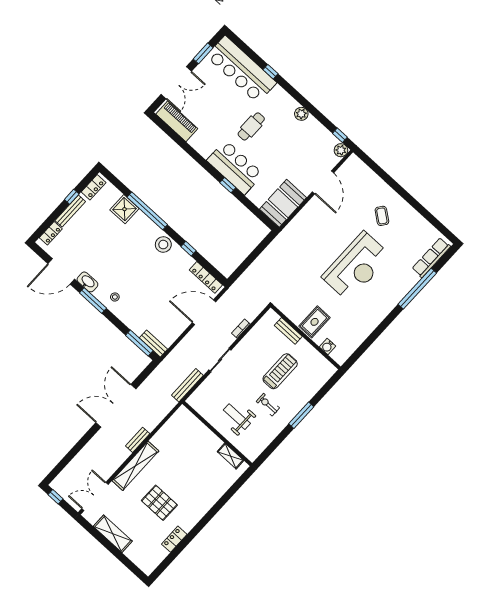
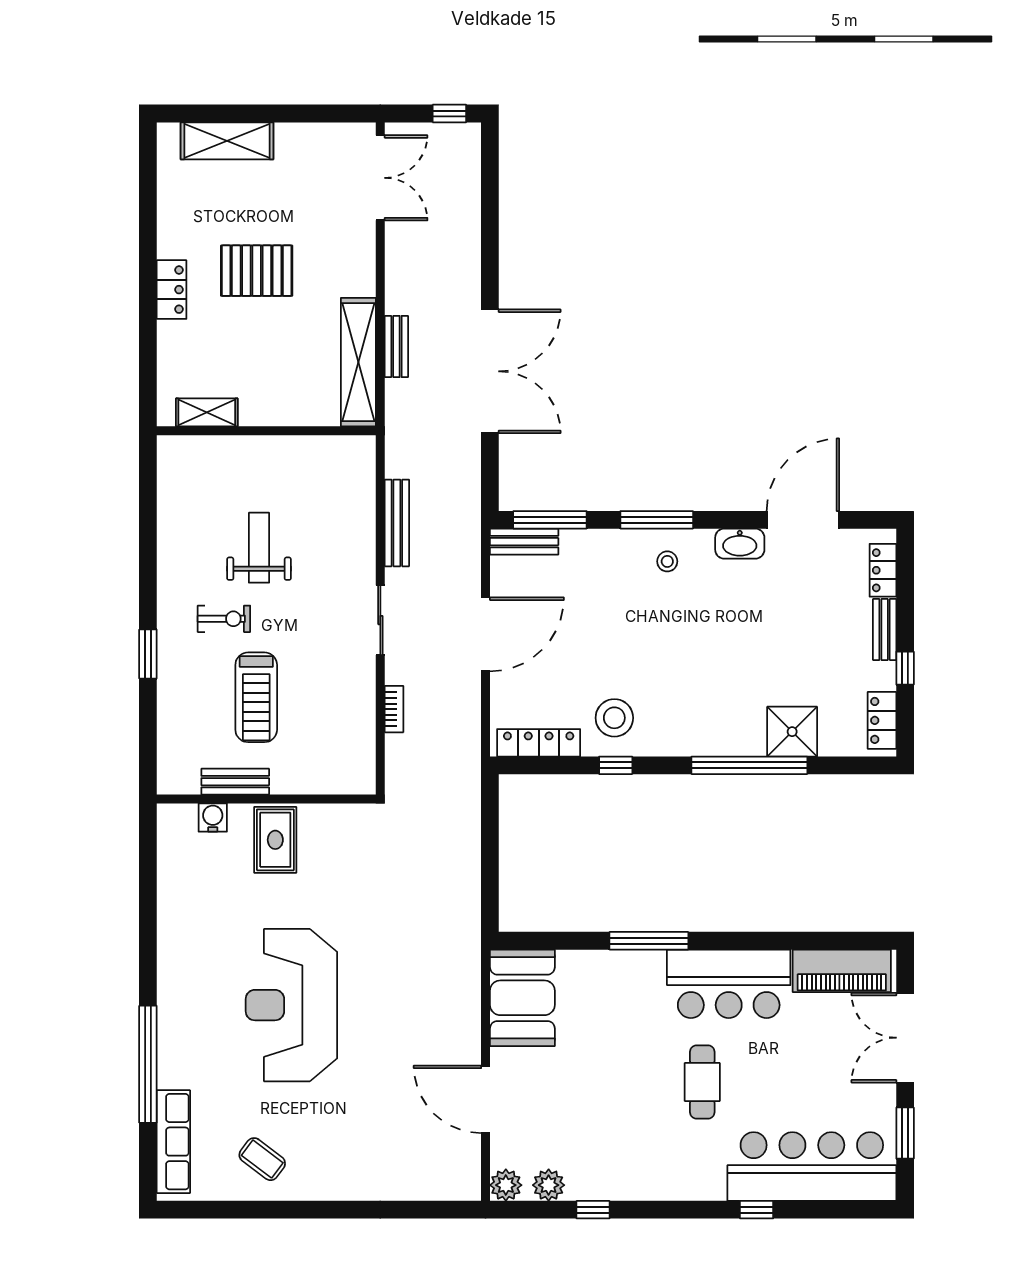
plant: (301, 114) -> (549, 1185), moved
window: (340, 135) -> (593, 1210), moved
bar counter: (235, 167) -> (729, 984), moved
window: (228, 185) -> (649, 941), width x2.17
bench: (70, 211) -> (885, 630), width x0.73
coffee table: (382, 216) -> (262, 1159), moved
stool: (163, 245) -> (614, 718), moved
window: (93, 301) -> (657, 520), moved
door: (204, 312) -> (486, 634), moved
bench: (288, 331) -> (235, 782), moved
window: (301, 415) -> (148, 654), width x0.69
weight bench: (237, 417) -> (259, 548), turned -90
wall: (217, 434) -> (266, 431), moved
shelving: (231, 456) -> (207, 412), moved
shelving: (135, 466) -> (358, 362), moved
shelving: (113, 534) -> (227, 141), moved
locker: (174, 539) -> (172, 290), moved

